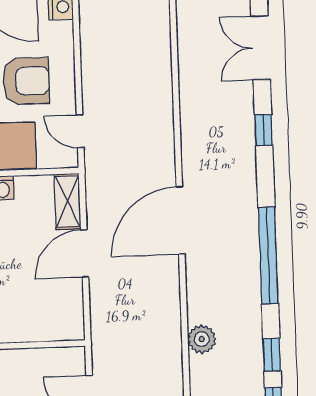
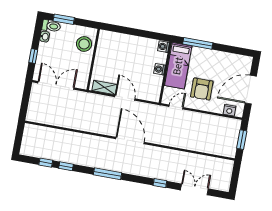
shelving: (67, 201) -> (104, 88), moved
window: (268, 255) -> (107, 174), width x0.68
plant: (202, 339) -> (79, 139), removed

